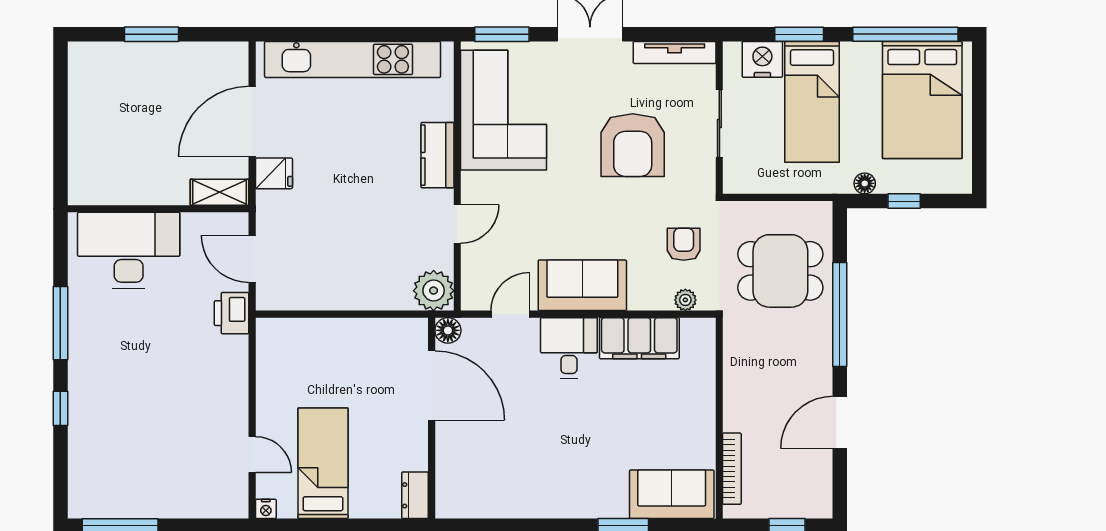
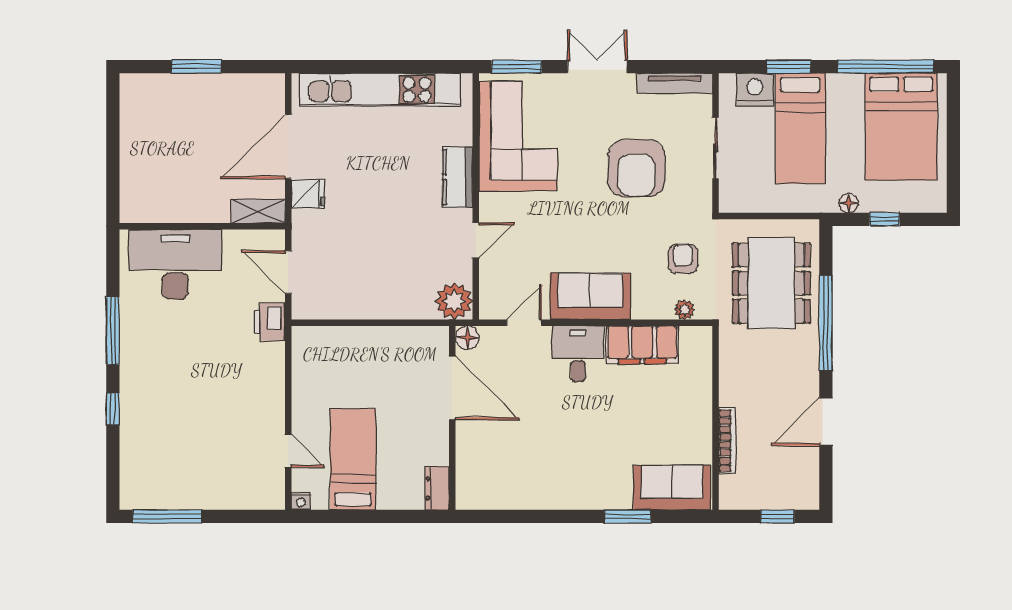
dining table: (780, 271) -> (771, 283), width x1.38
bookcase: (732, 469) -> (727, 441), moved

